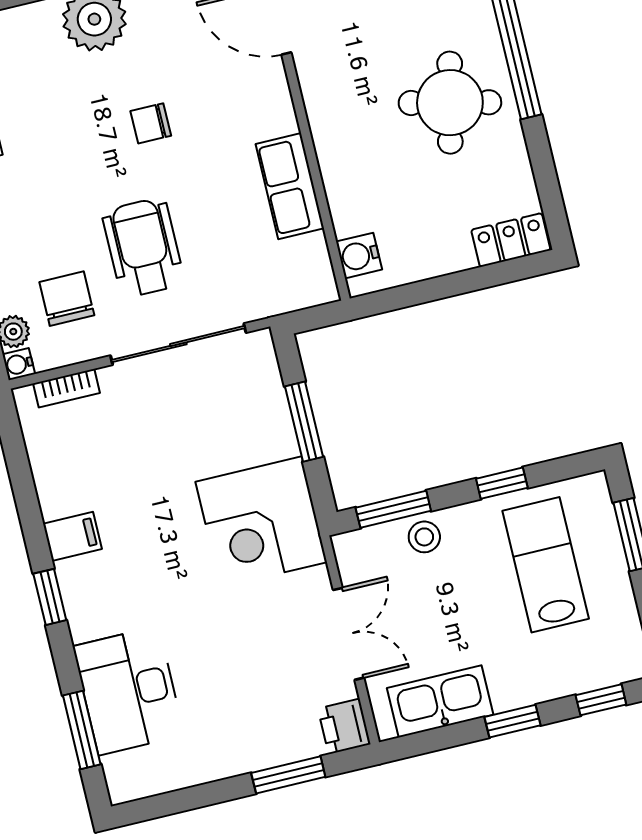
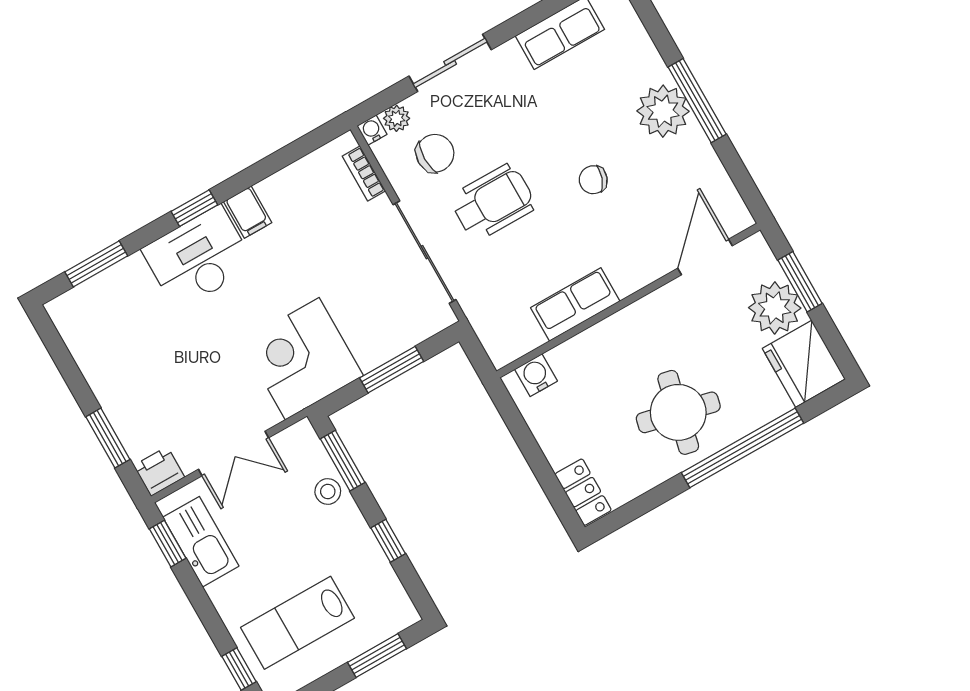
chair: (151, 123) -> (593, 180), turned -70
lab bench: (546, 565) -> (297, 623), moved, turned 180
desk: (129, 691) -> (199, 258), moved
window: (512, 721) -> (168, 544), moved

